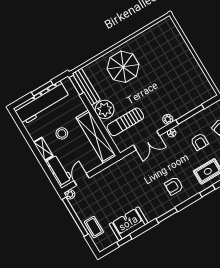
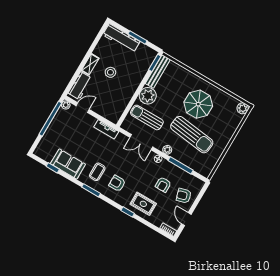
plant: (167, 23) -> (243, 108), added
parasol: (123, 67) -> (198, 104), moved
sun lounger: (166, 87) -> (192, 135), added
workbench: (42, 103) -> (121, 38), width x0.73, depth x0.76
shelving: (96, 137) -> (123, 101), removed
tv unit: (115, 168) -> (106, 129), added
coffee table: (94, 227) -> (97, 172), moved

